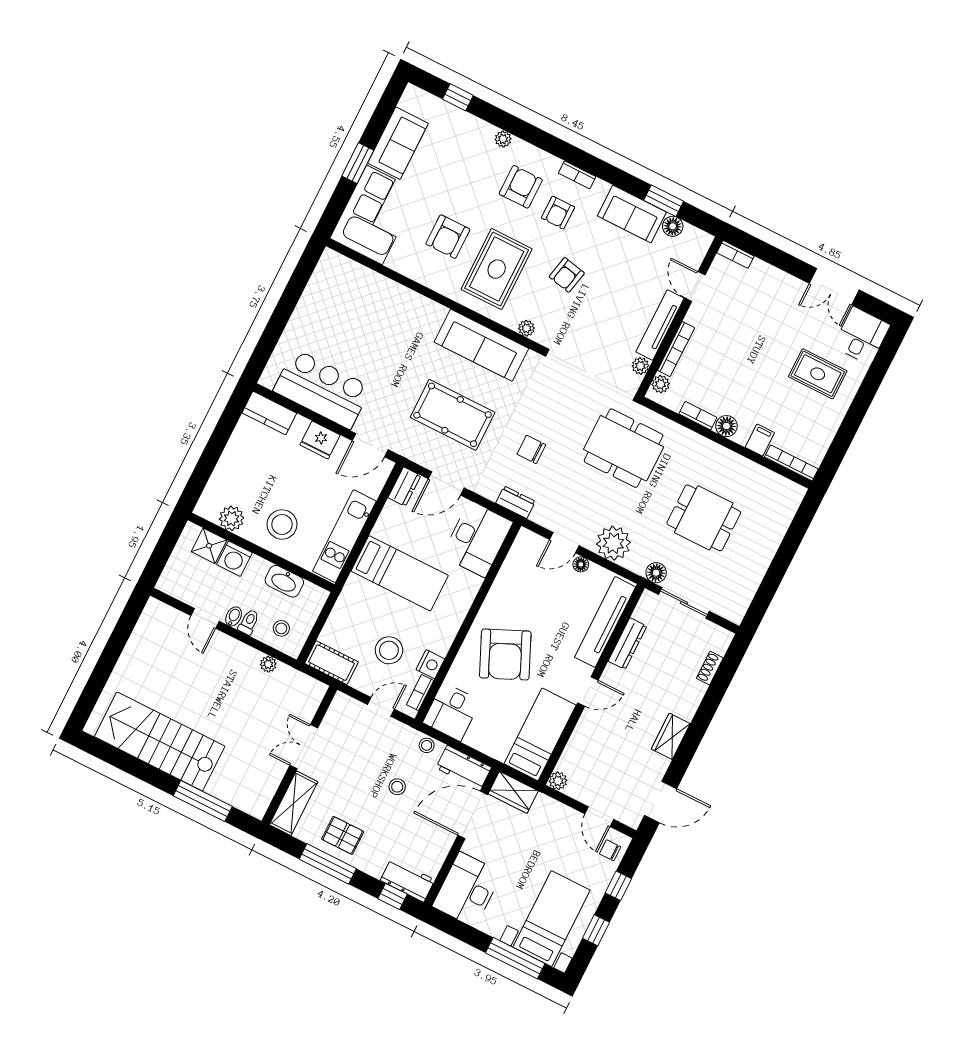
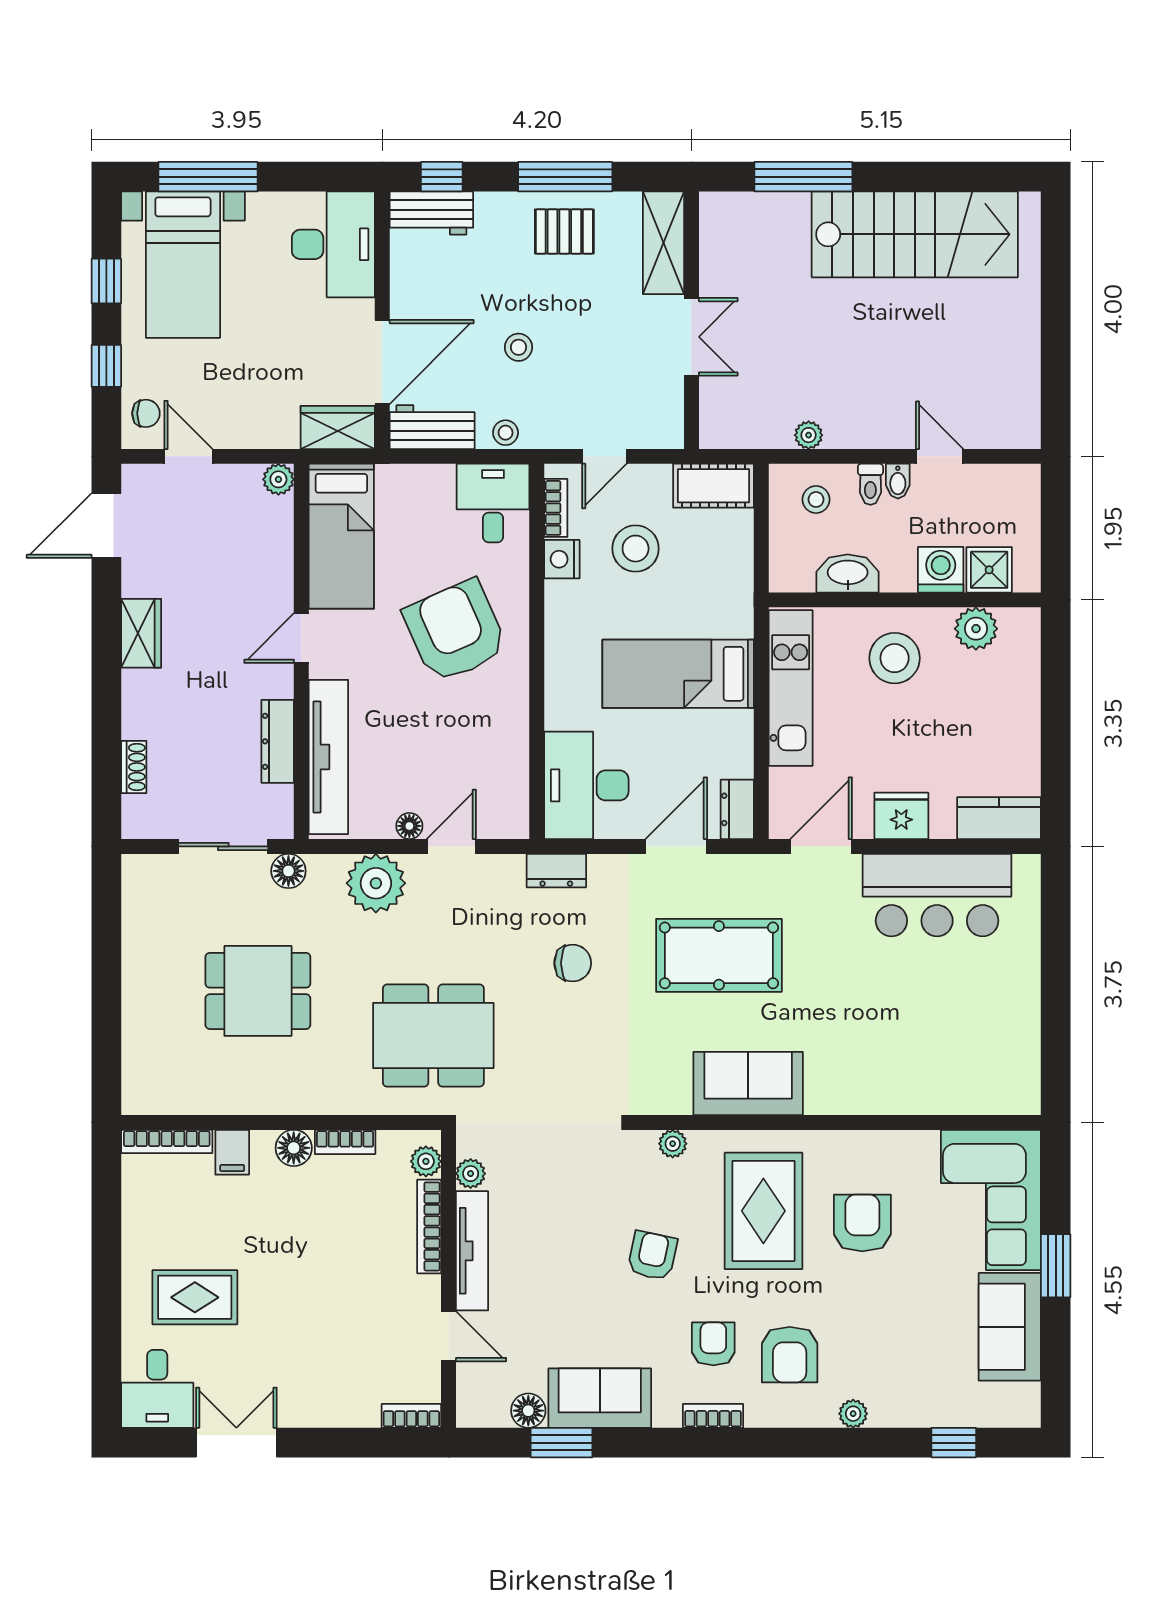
sofa: (481, 345) -> (748, 1083), width x0.73

